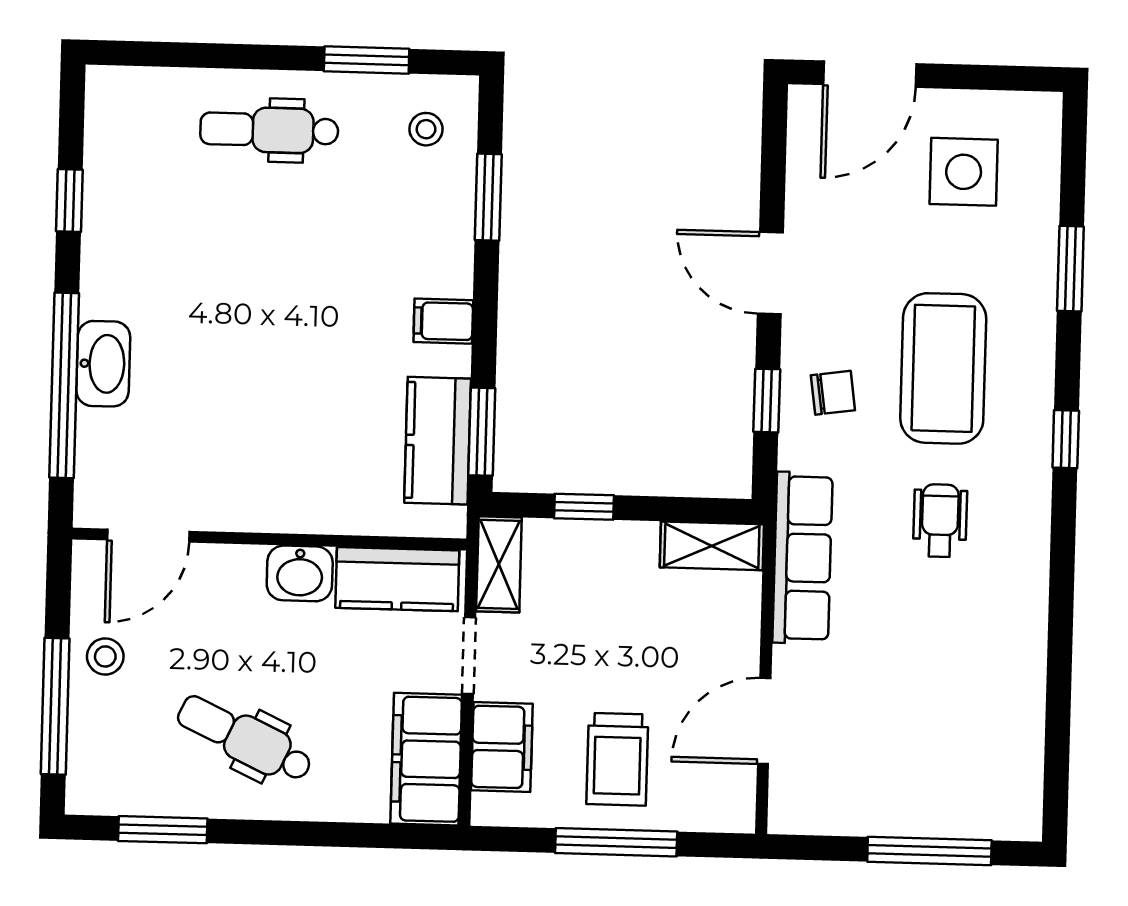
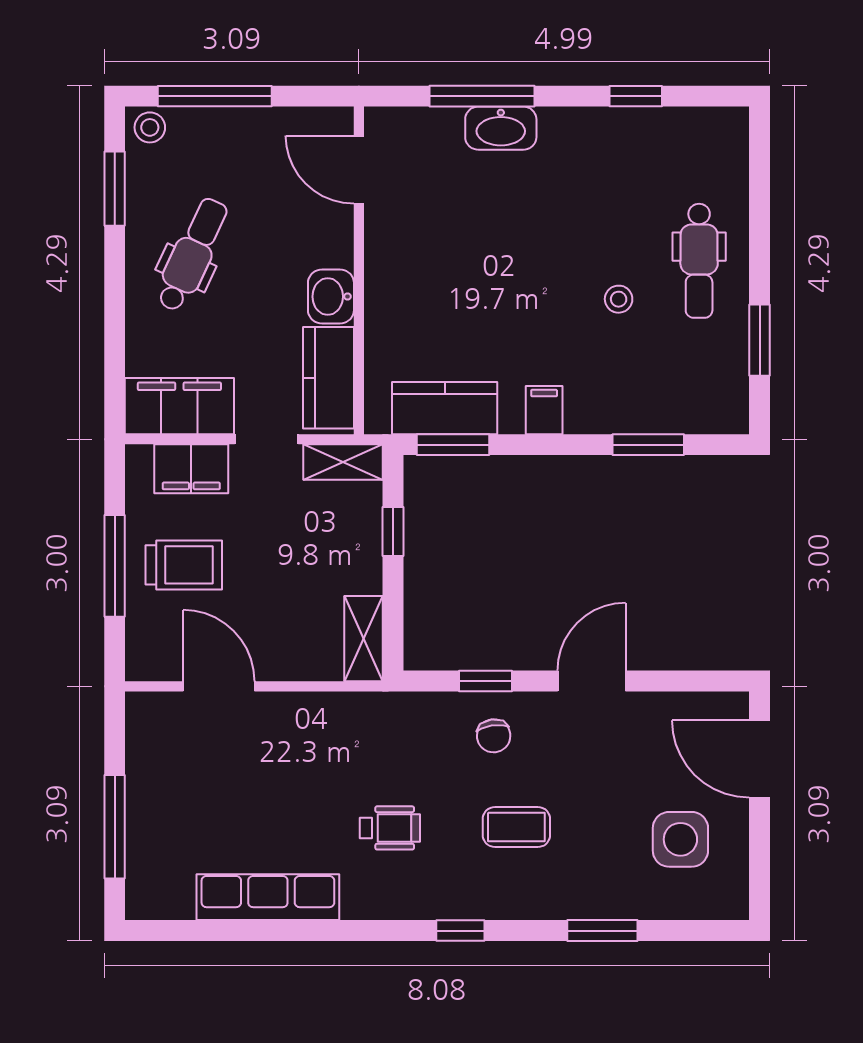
stool: (426, 129) -> (619, 299), moved
dental chair: (269, 130) -> (699, 261), turned 180
coffee table: (943, 368) -> (516, 827), width x0.54, depth x0.58
window: (64, 385) -> (482, 96), width x0.68
row of seats: (802, 558) -> (268, 897), moved, turned 180
stool: (105, 656) -> (150, 127), moved
trolley: (617, 759) -> (184, 565), turned 180

